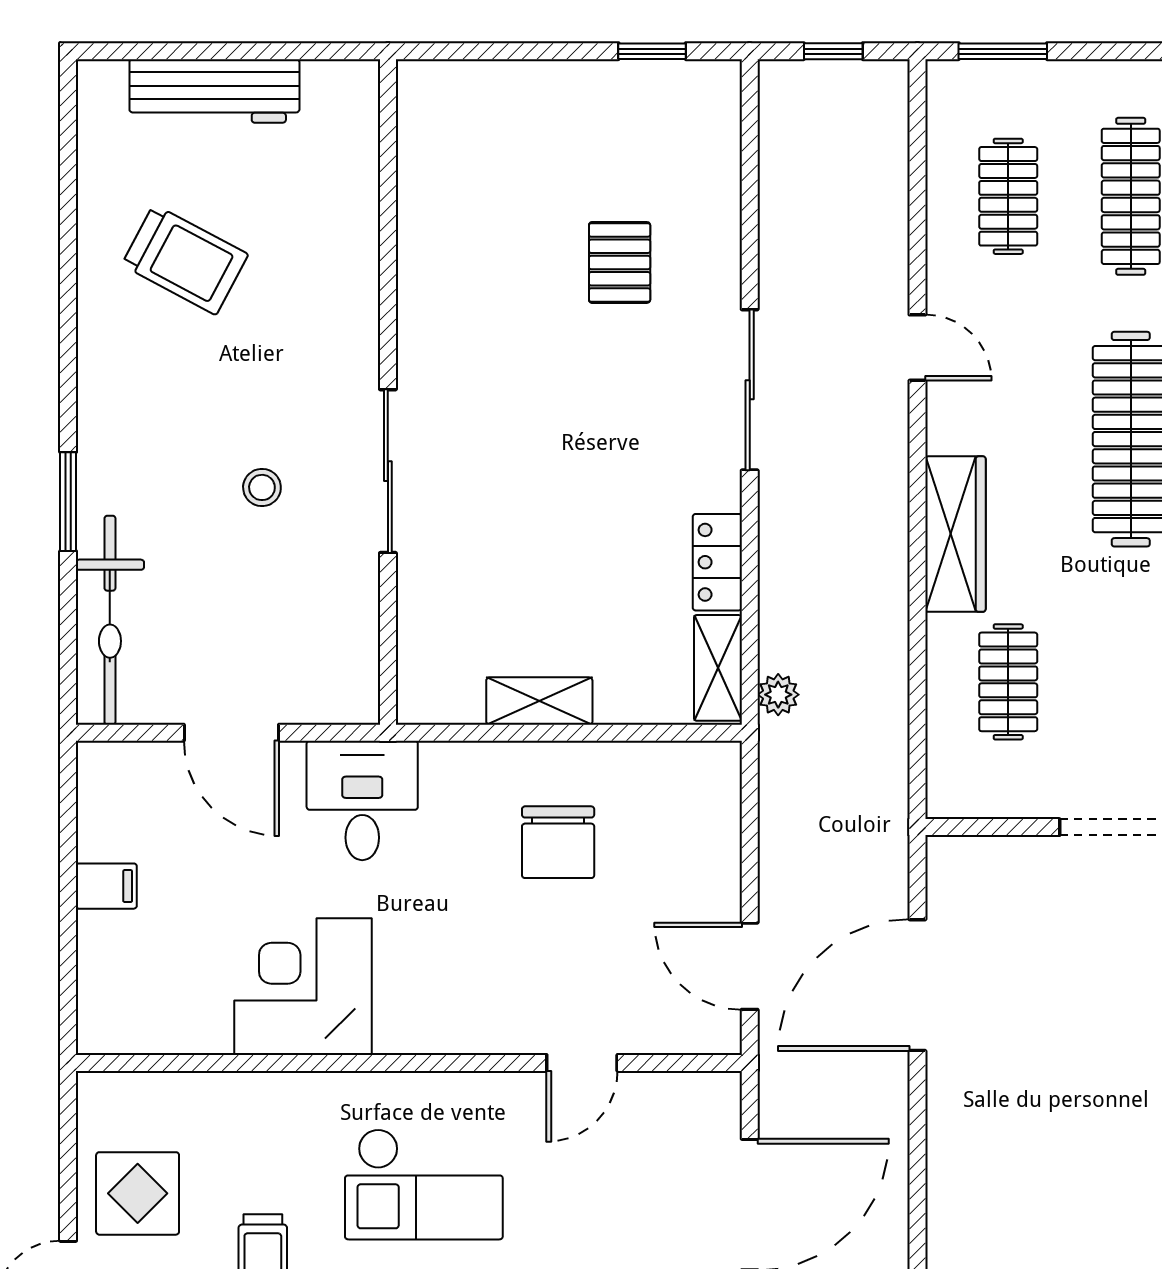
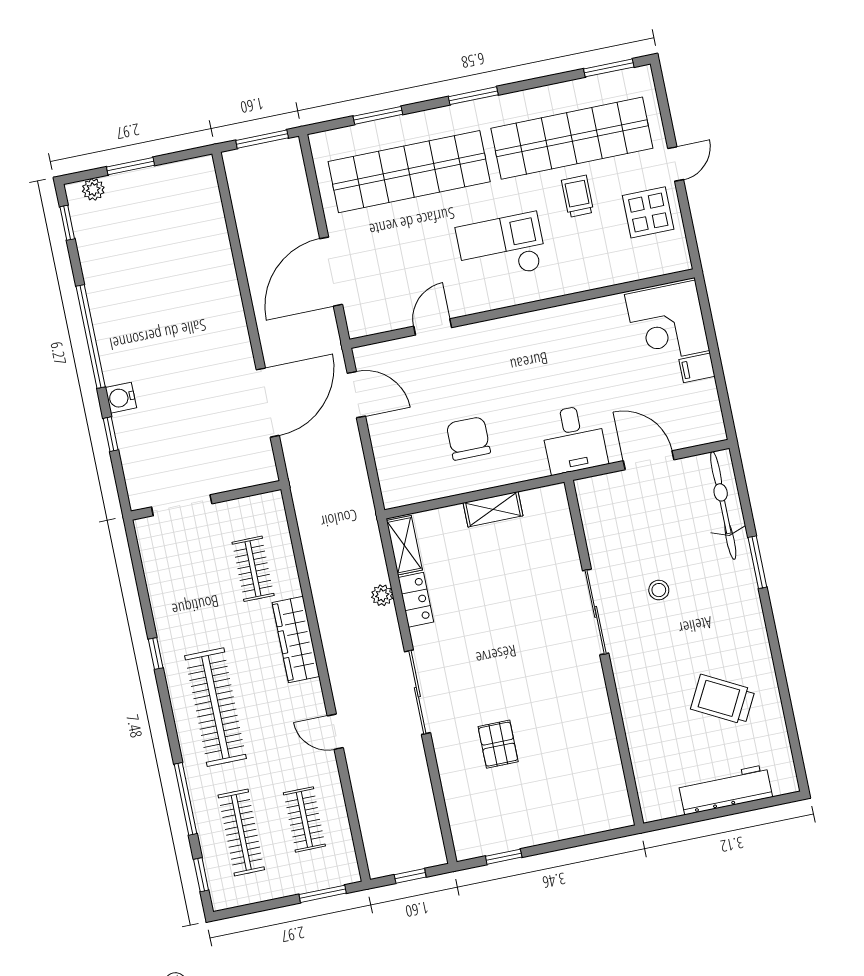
plant: (778, 695) -> (382, 595), moved
corner desk: (303, 987) -> (667, 323), moved, turned 90

